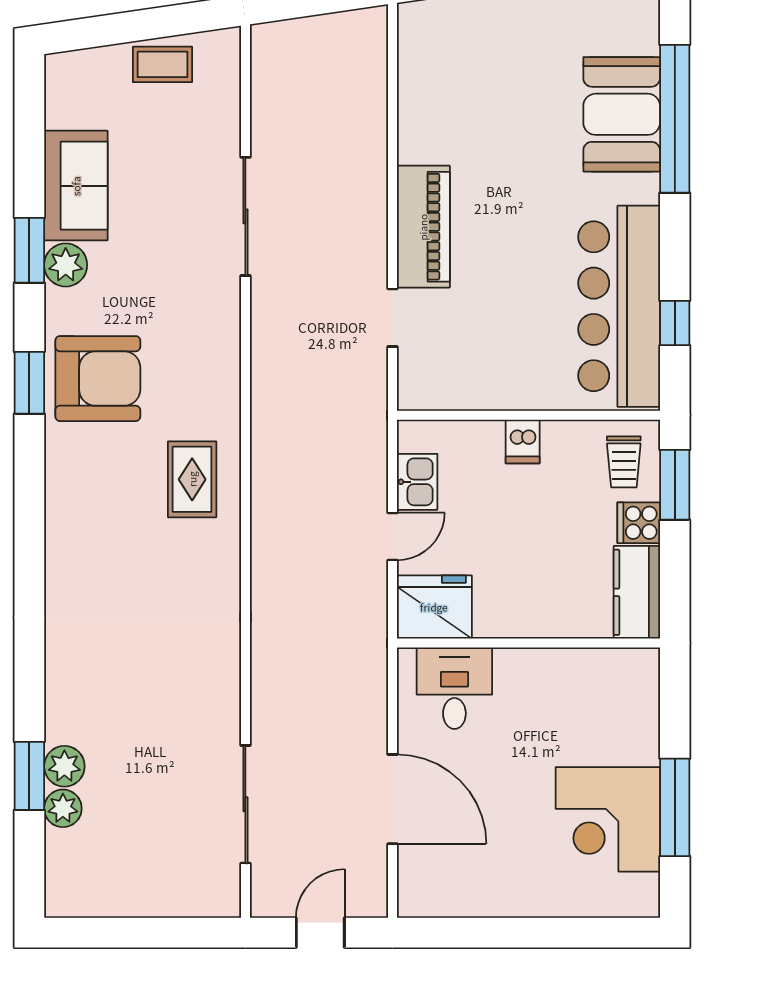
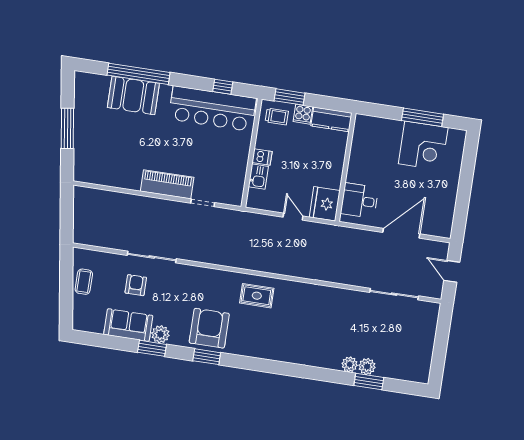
armchair: (173, 189) -> (136, 285), added
kitchen sink: (417, 482) -> (258, 177), moved, turned 90
plant: (63, 808) -> (350, 364), moved

